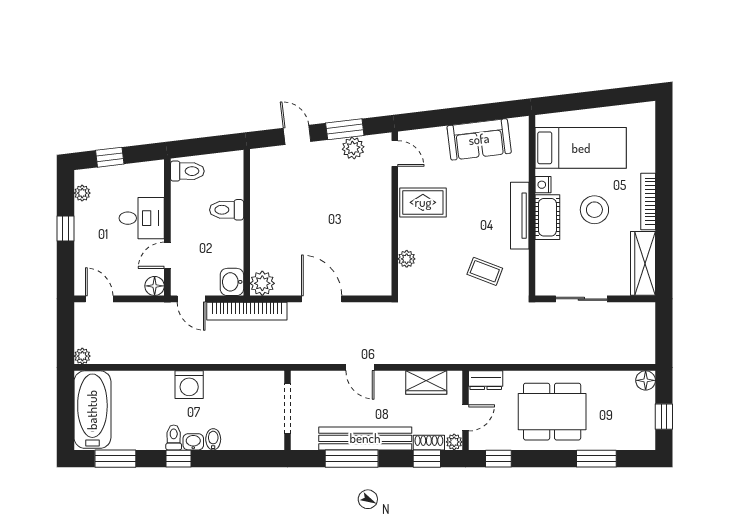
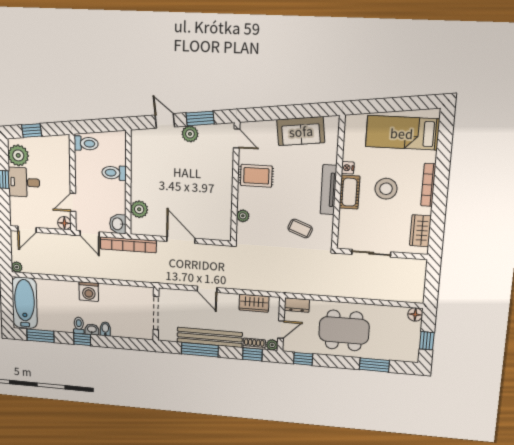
plant: (353, 148) -> (190, 134), moved
bed: (581, 148) -> (402, 133), moved, turned 180
plant: (82, 193) -> (18, 155), width x1.87, depth x1.87
desk: (142, 218) -> (24, 182), moved, turned 180
wardrobe: (643, 263) -> (420, 231), width x0.67
plant: (262, 283) -> (139, 209), moved
door: (99, 299) -> (27, 229), swing flipped

